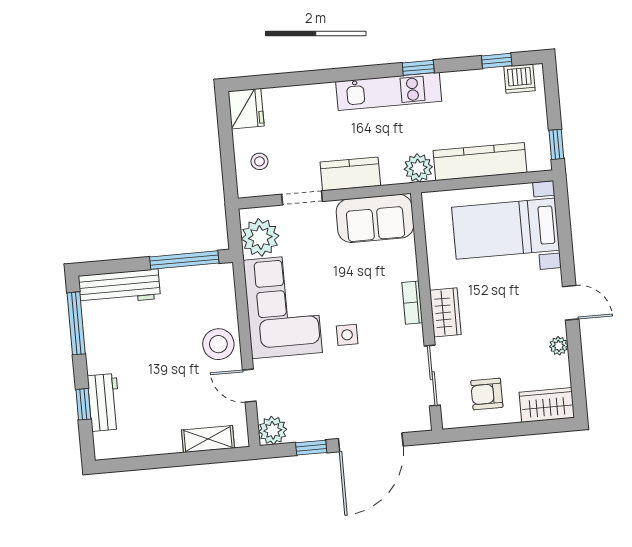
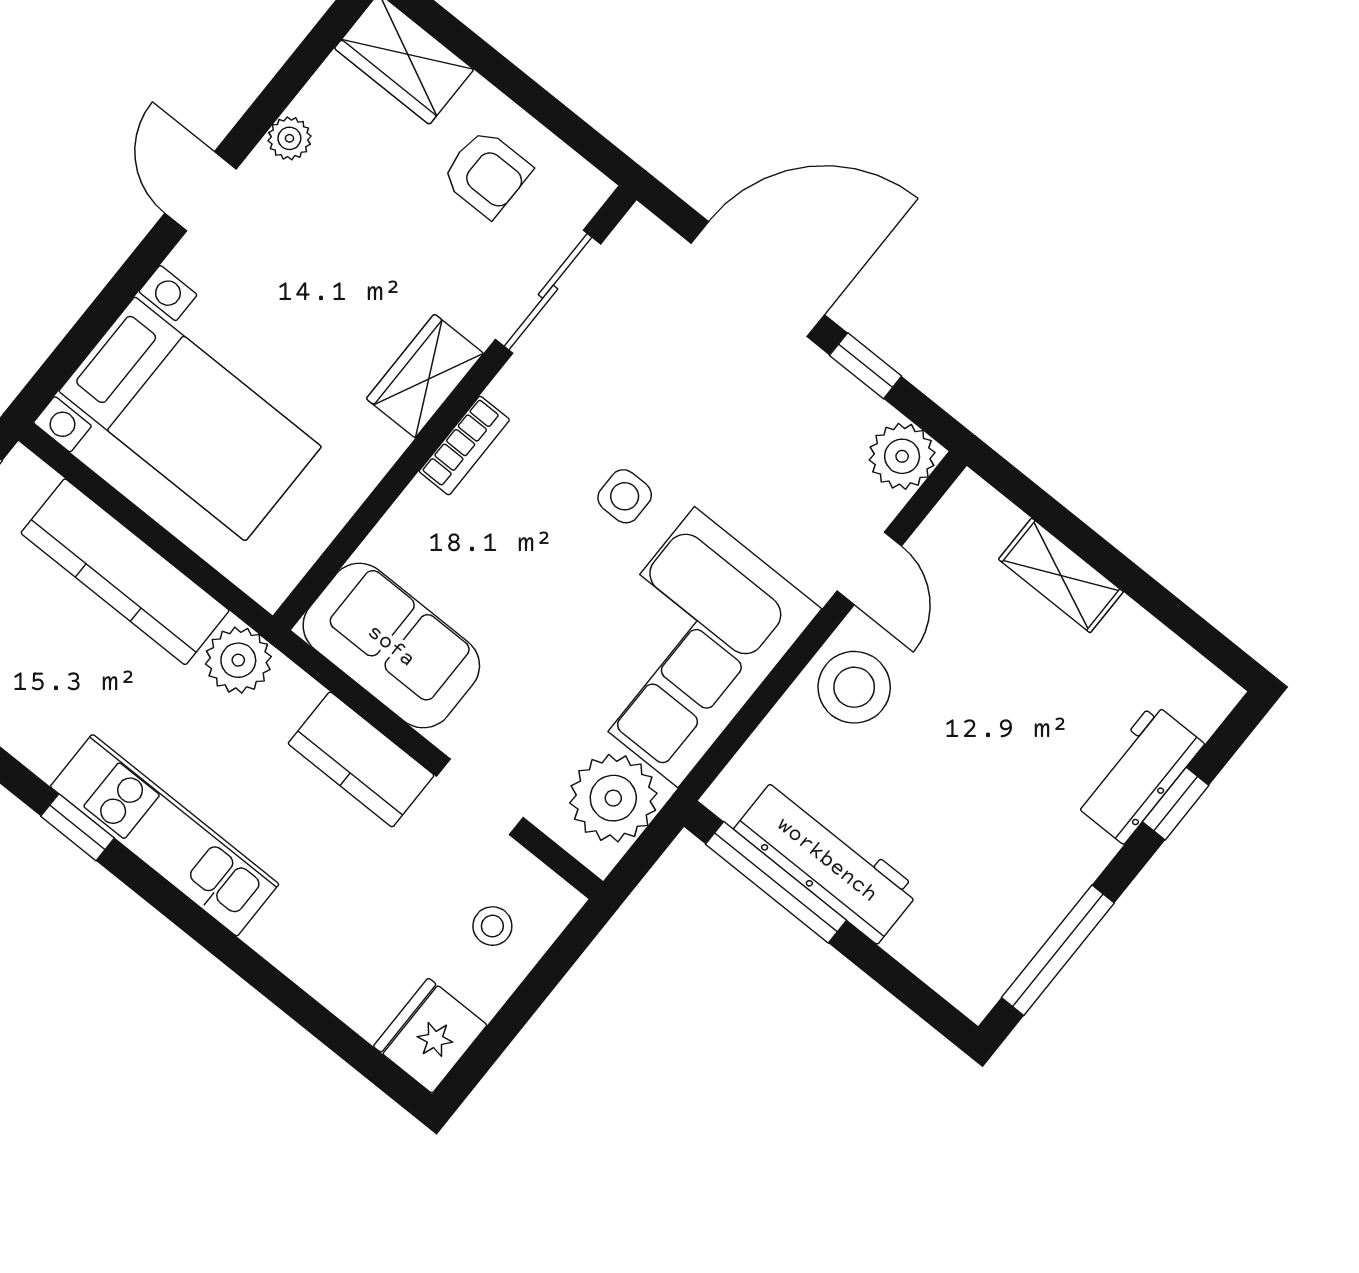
workbench: (119, 287) -> (827, 860), moved
shelving: (208, 439) -> (1061, 575), moved

